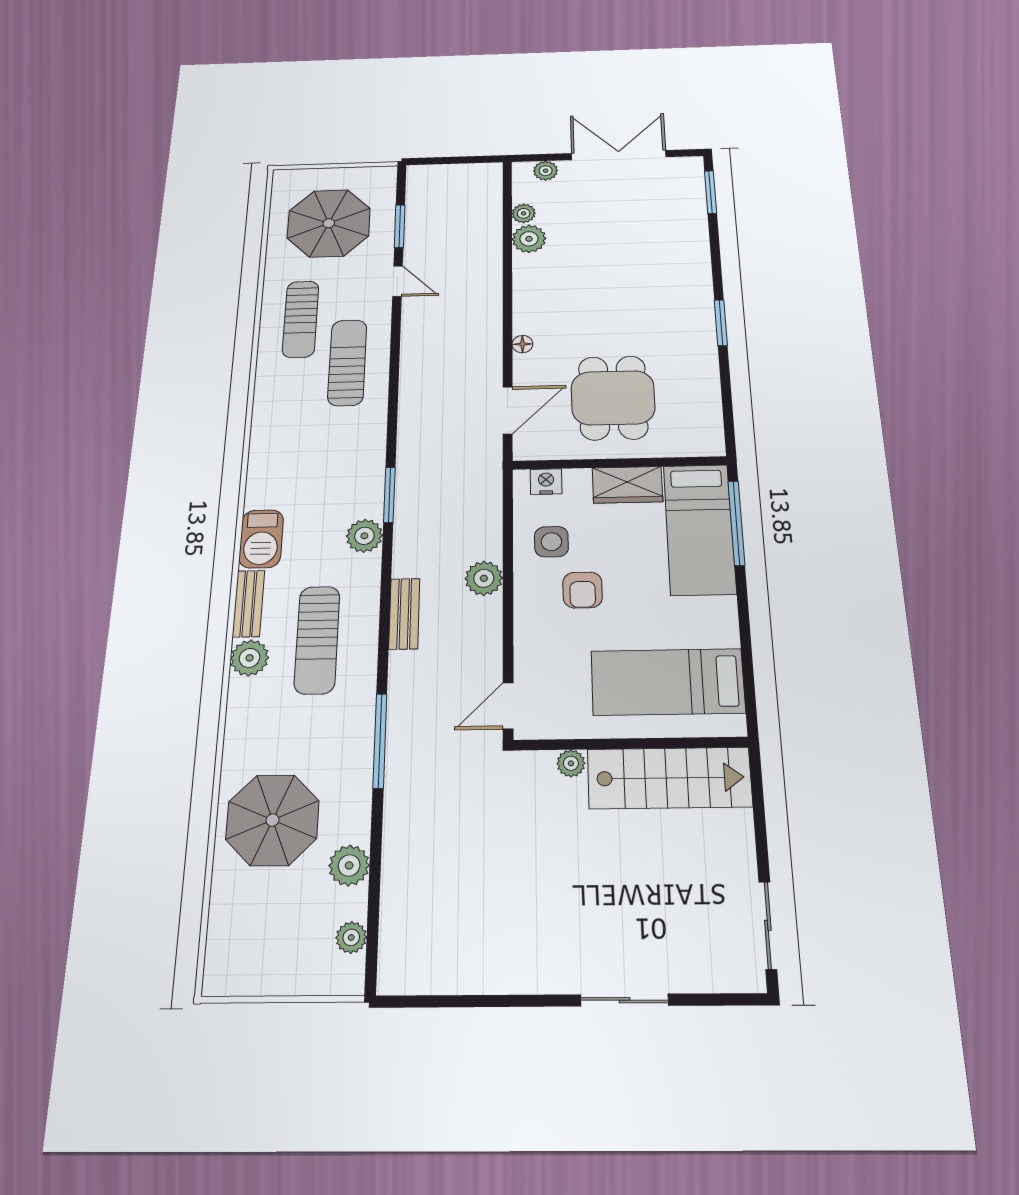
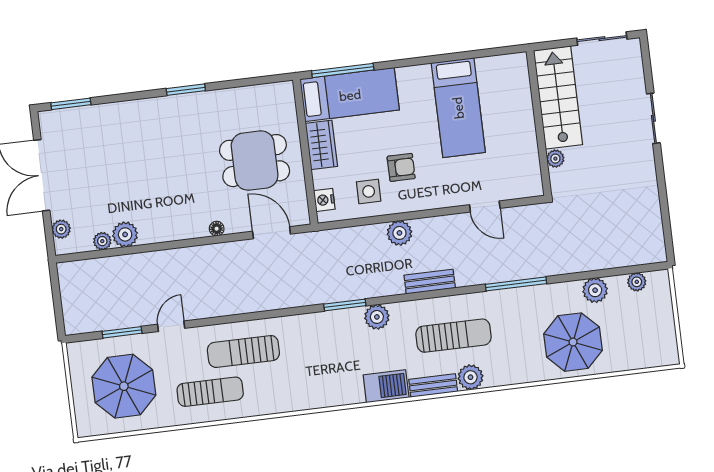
wall: (630, 743) -> (539, 123), moved
plant: (571, 763) -> (555, 159), moved
stairs: (669, 778) -> (558, 97), moved

